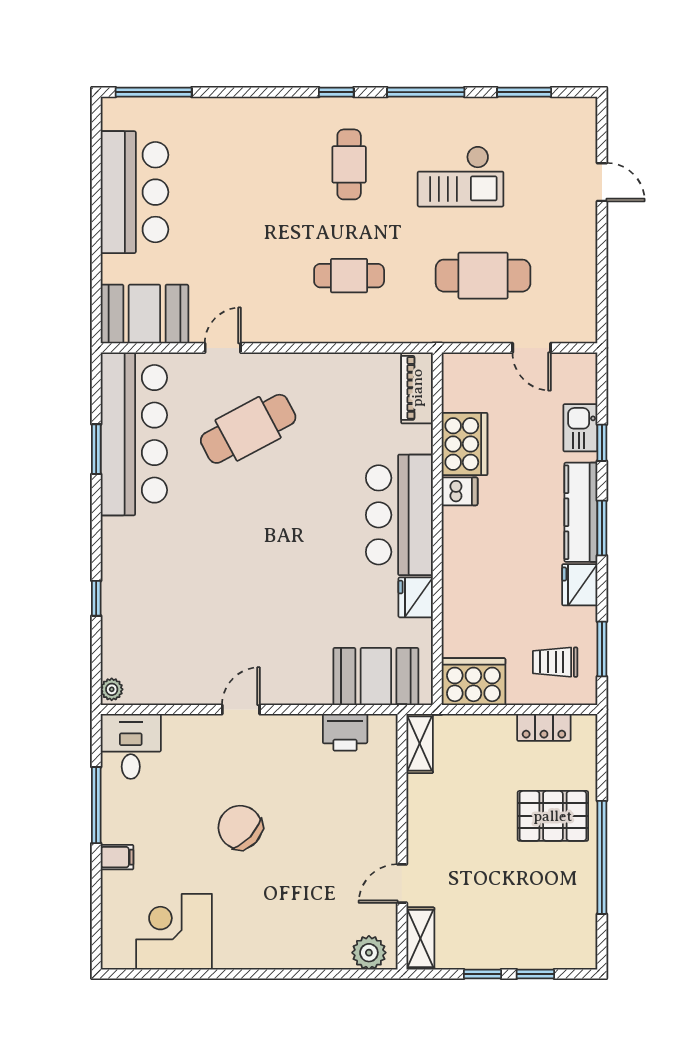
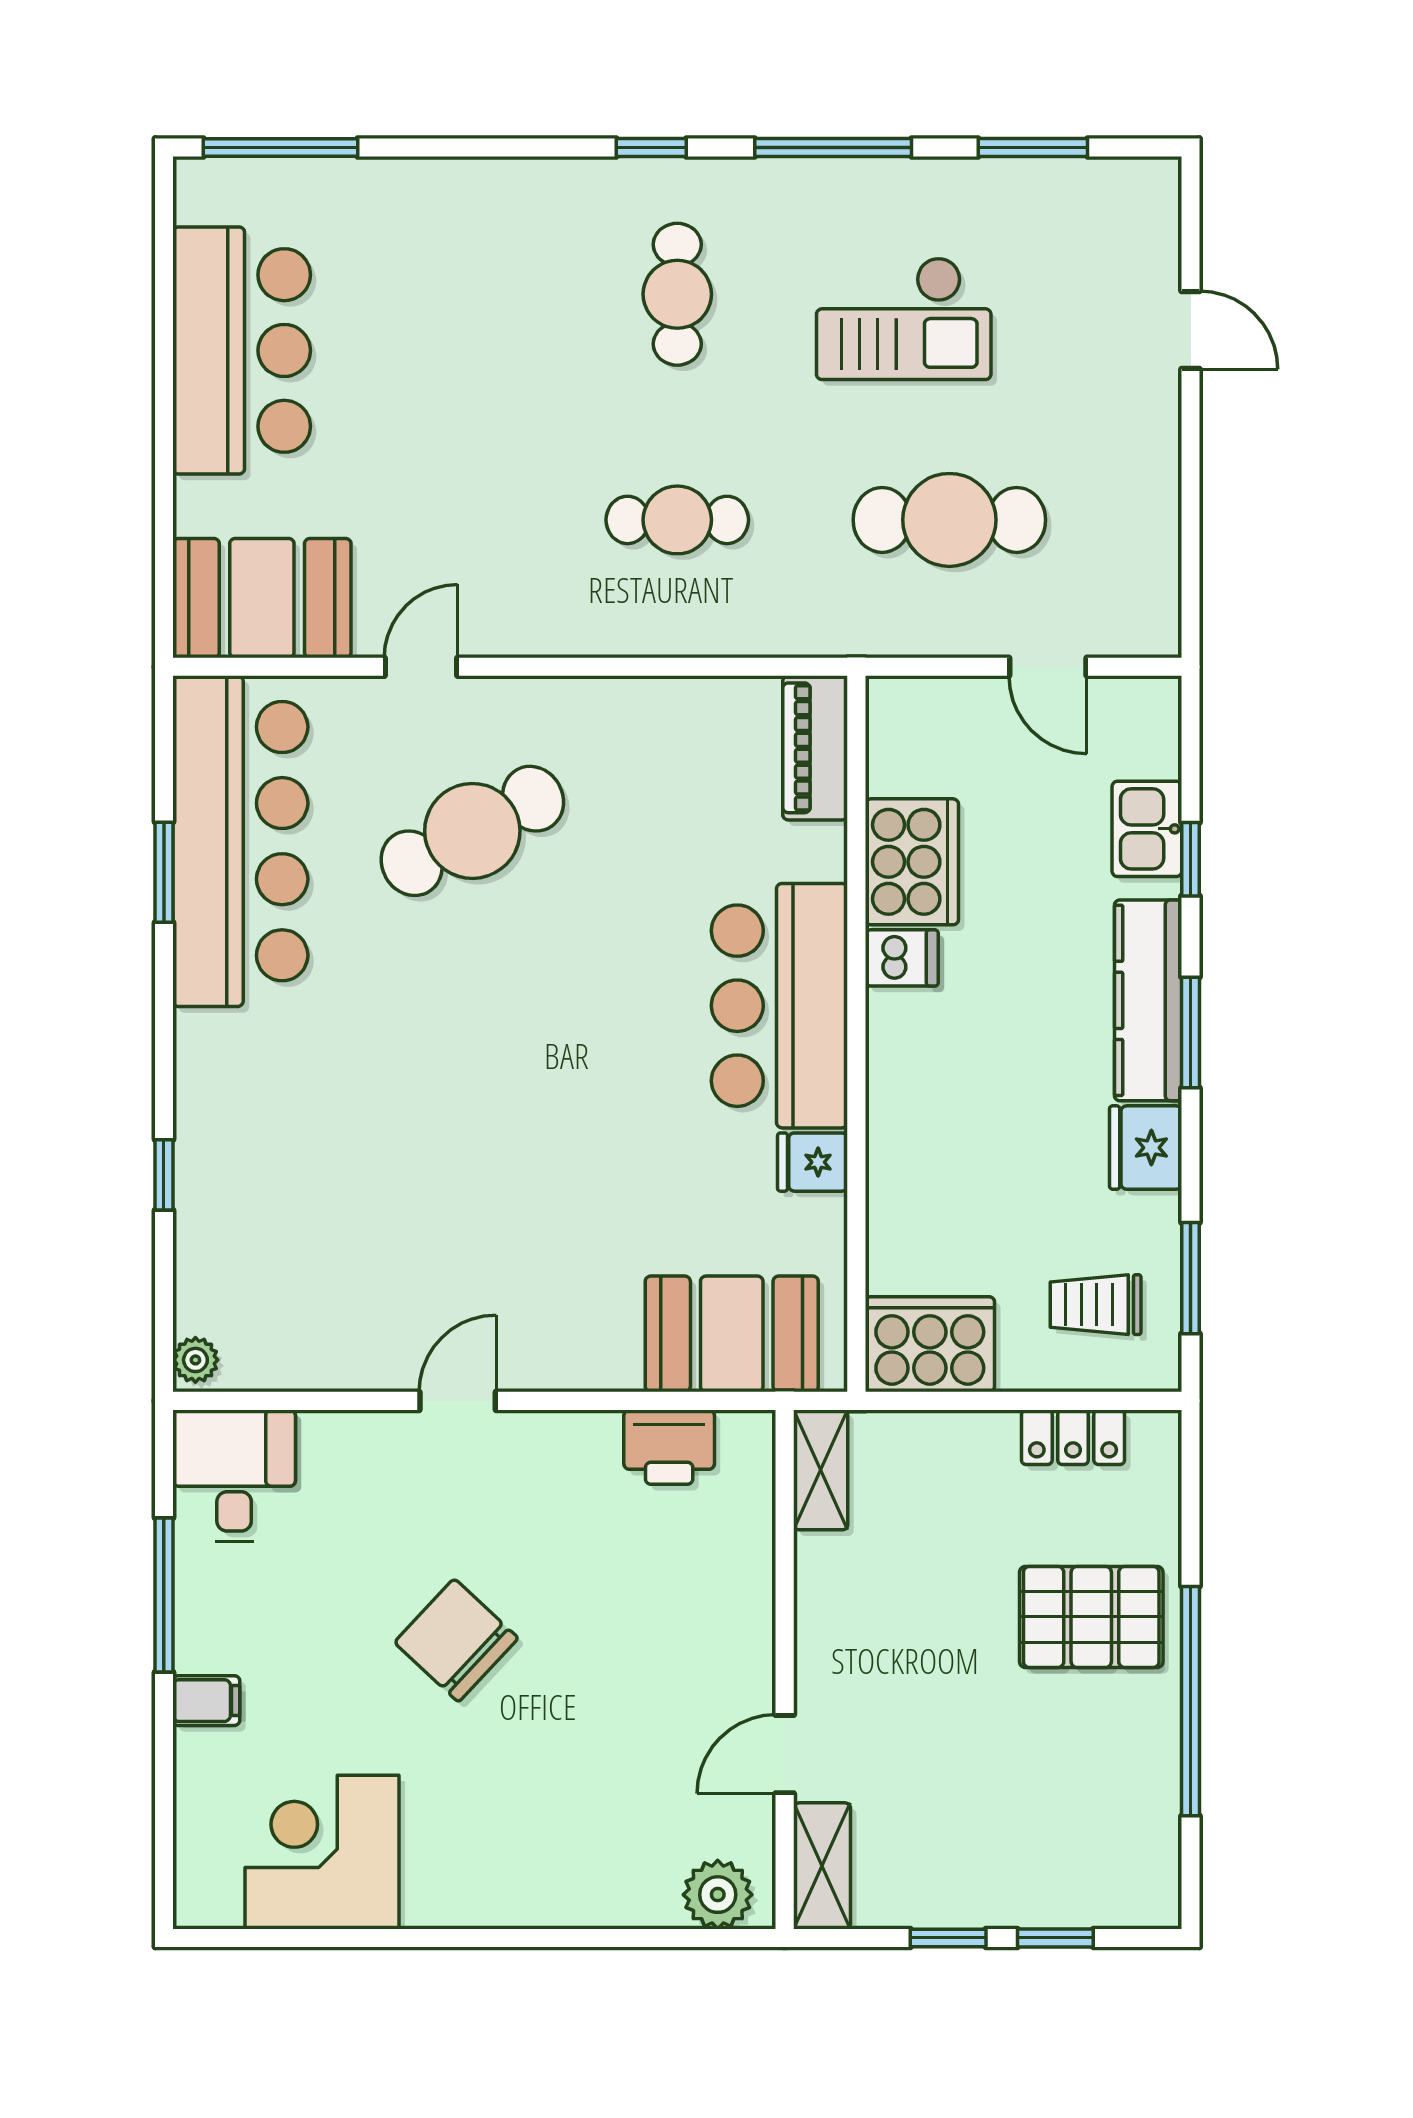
fridge: (416, 597) -> (813, 1162), width x0.72

